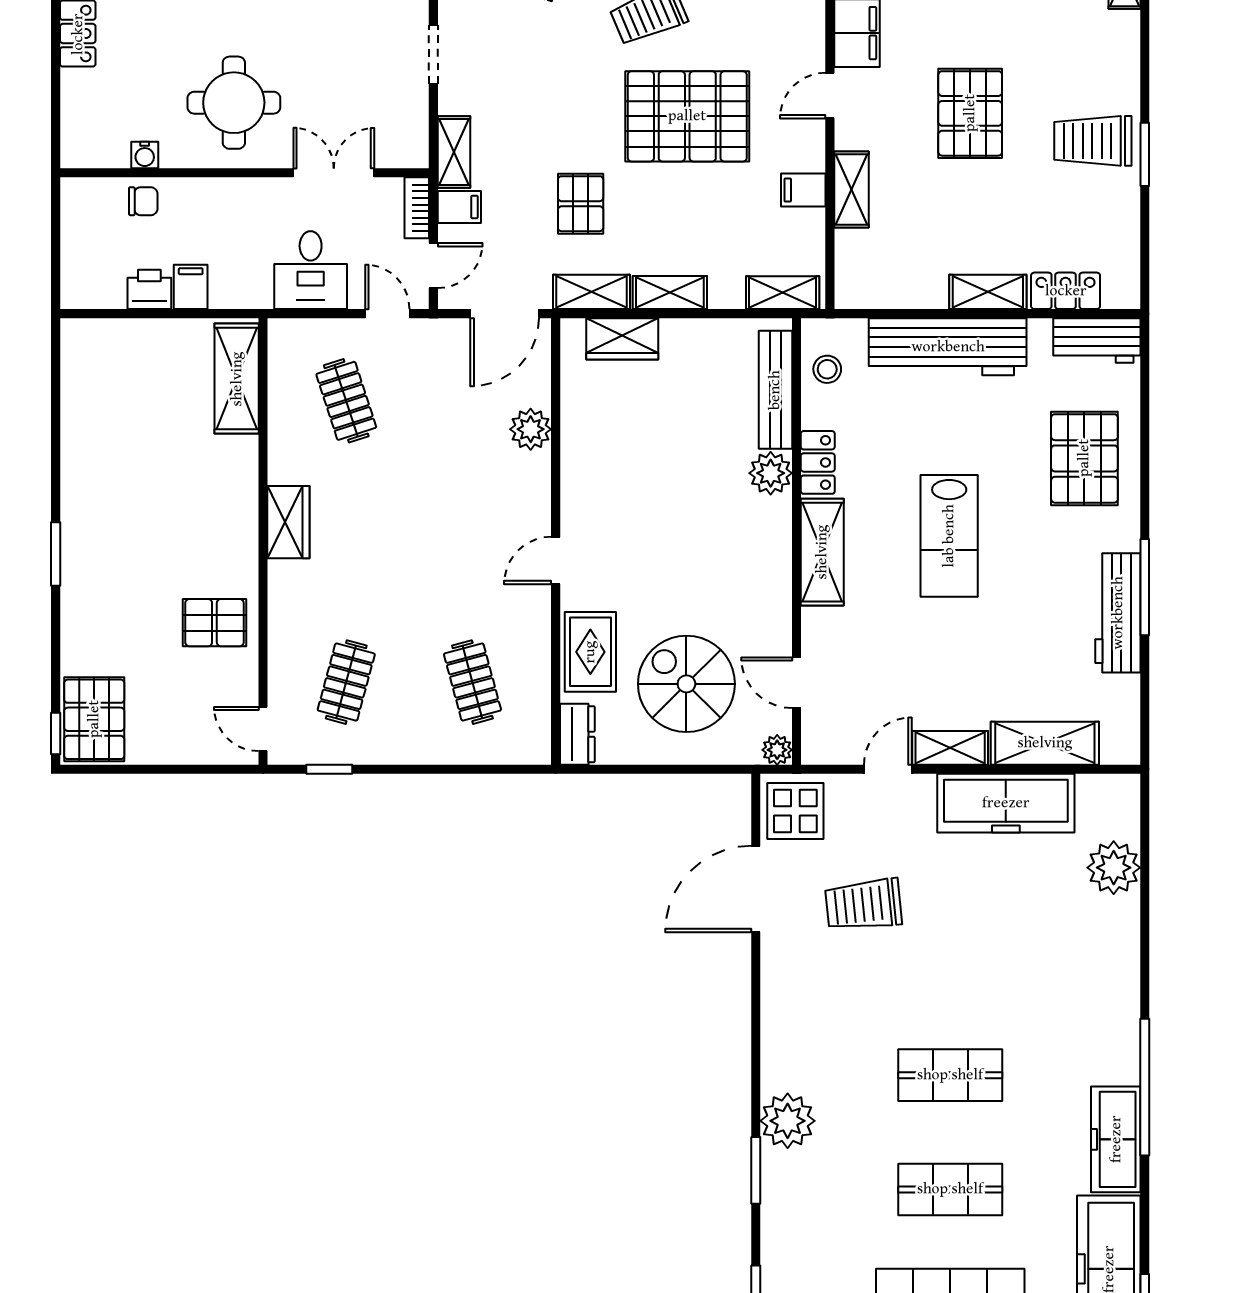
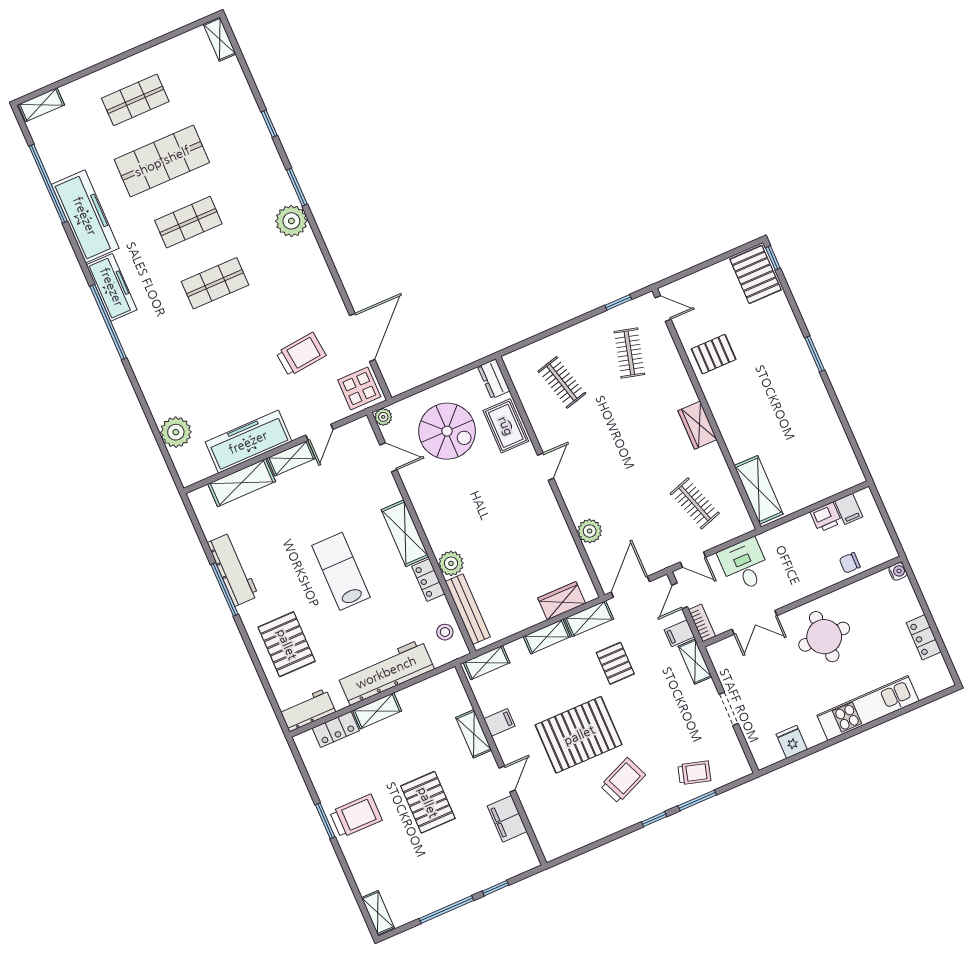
water cooler: (145, 155) -> (898, 571), moved, turned 90
filing cabinet: (191, 287) -> (849, 509), moved

